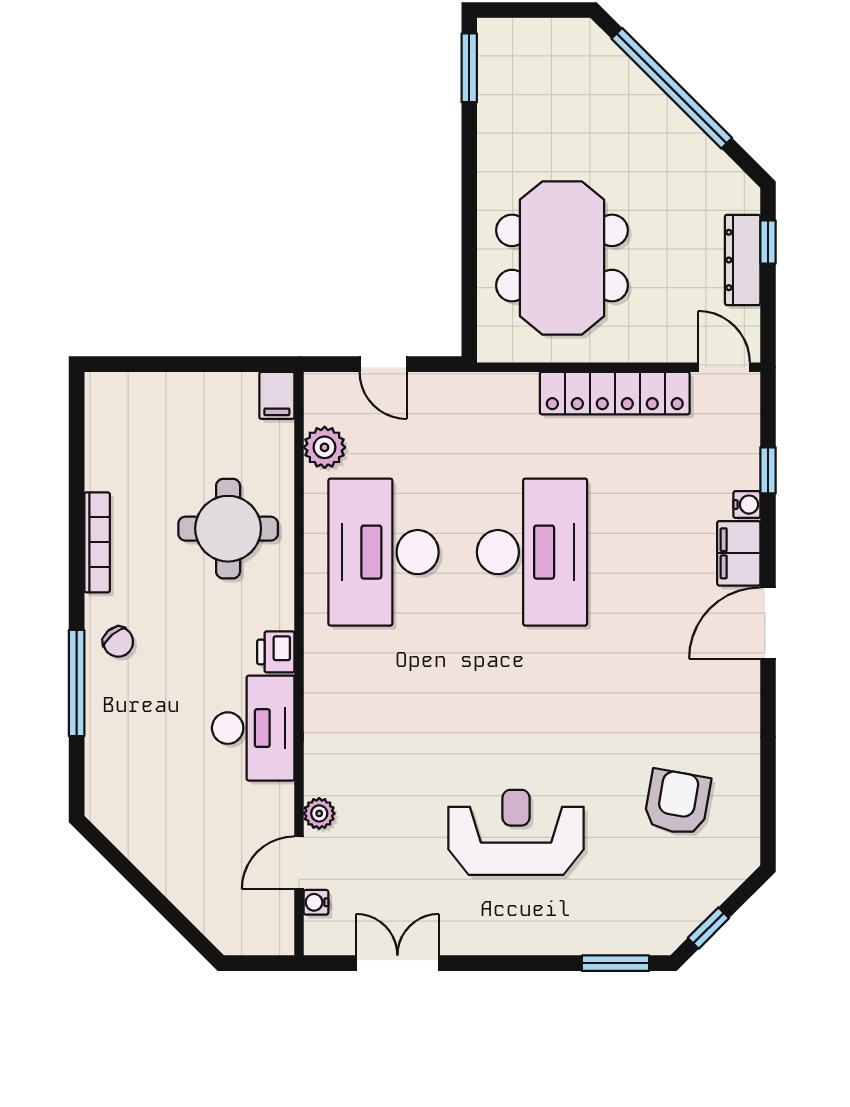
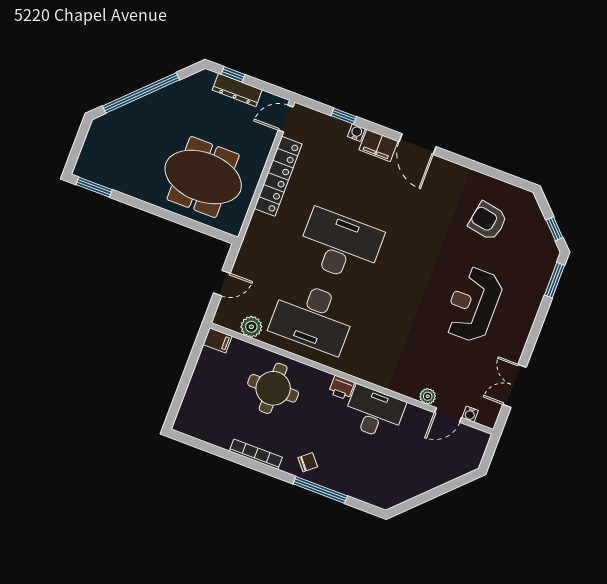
door: (299, 863) -> (448, 415), hinge flipped

